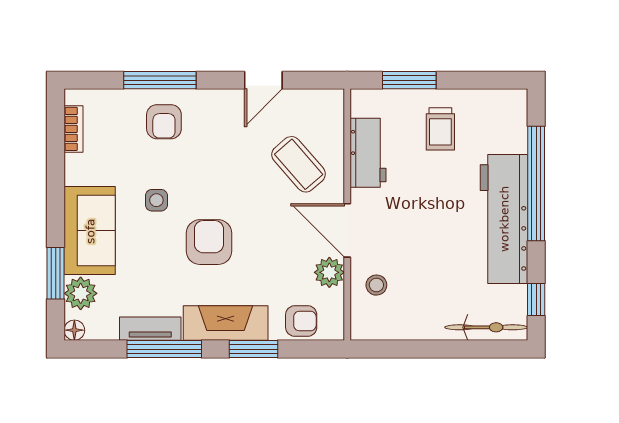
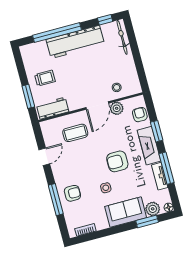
door: (263, 80) -> (44, 157), hinge flipped
workbench: (368, 153) -> (53, 108), moved
coffee table: (299, 164) -> (75, 133), turned 41

